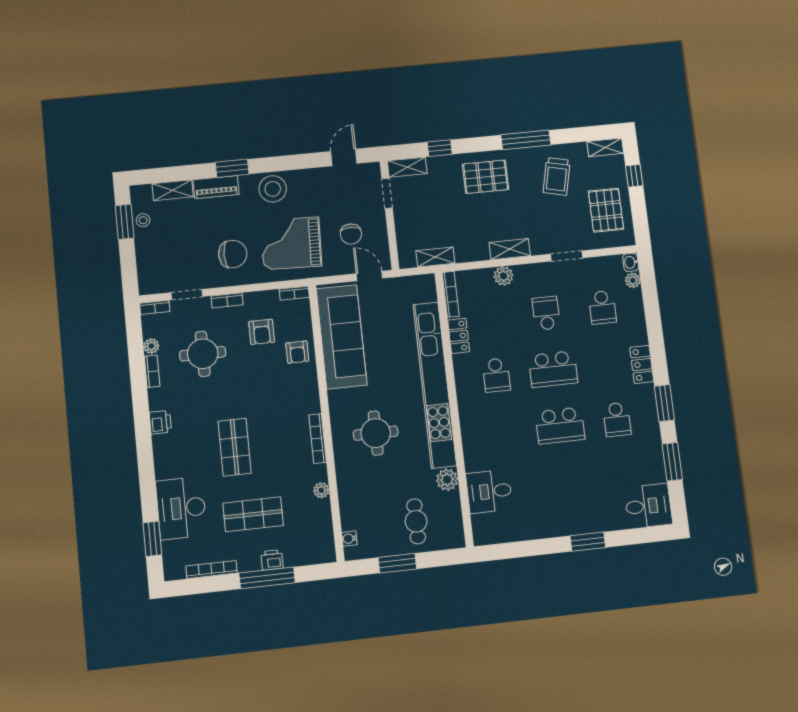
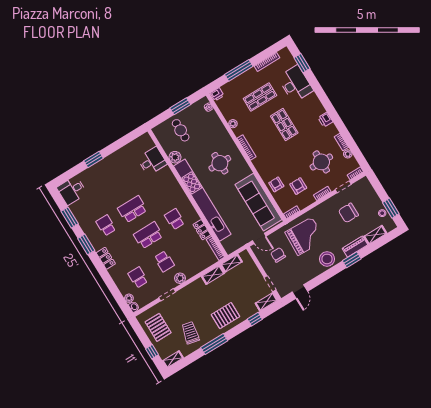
shelving: (510, 249) -> (213, 275), moved
chair: (233, 254) -> (348, 213), moved
plant: (503, 276) -> (180, 278), moved
printer: (272, 560) -> (217, 94), moved

